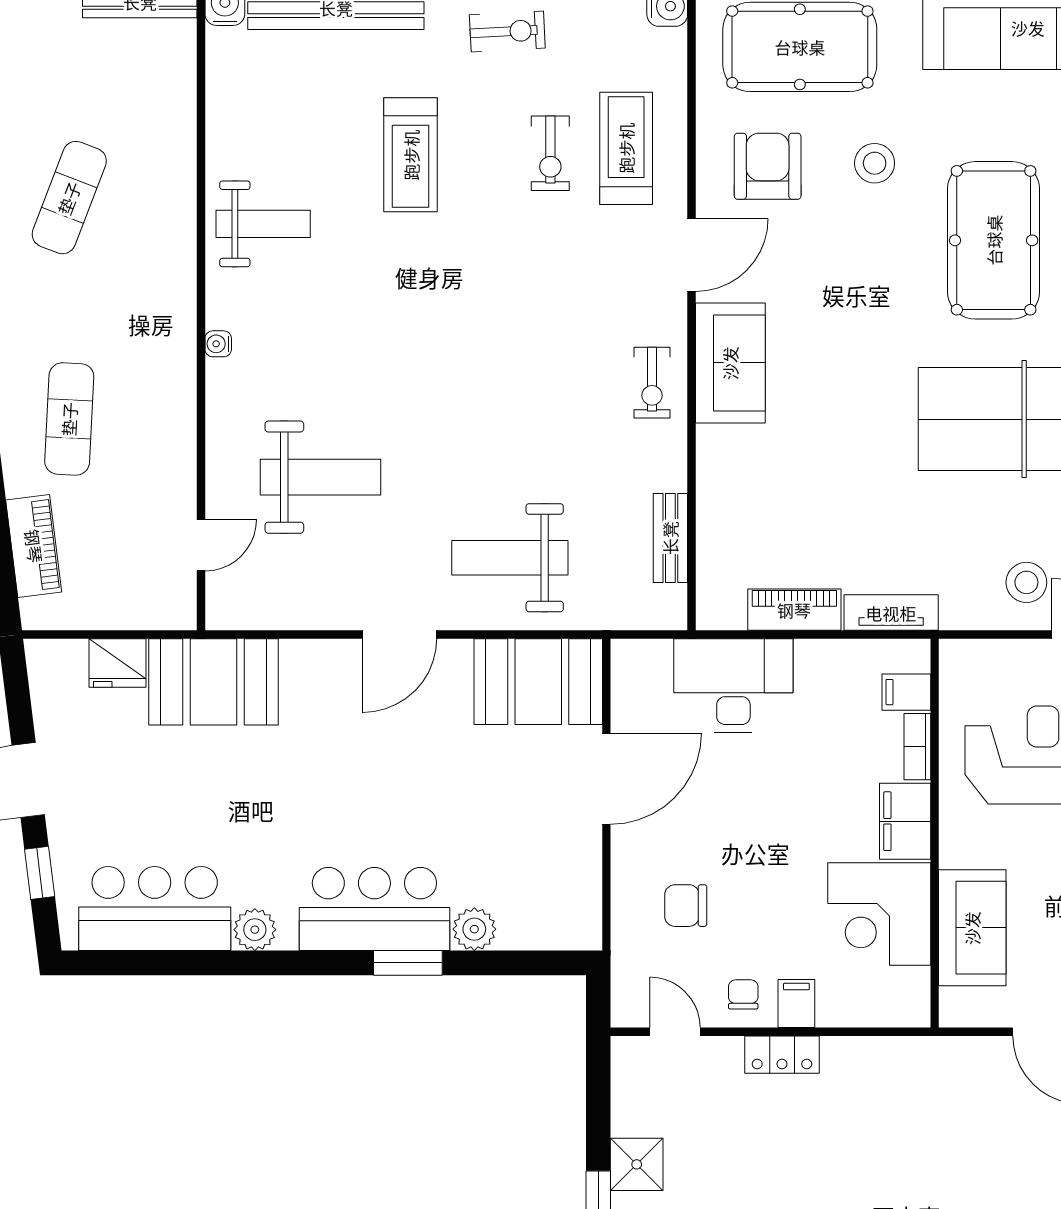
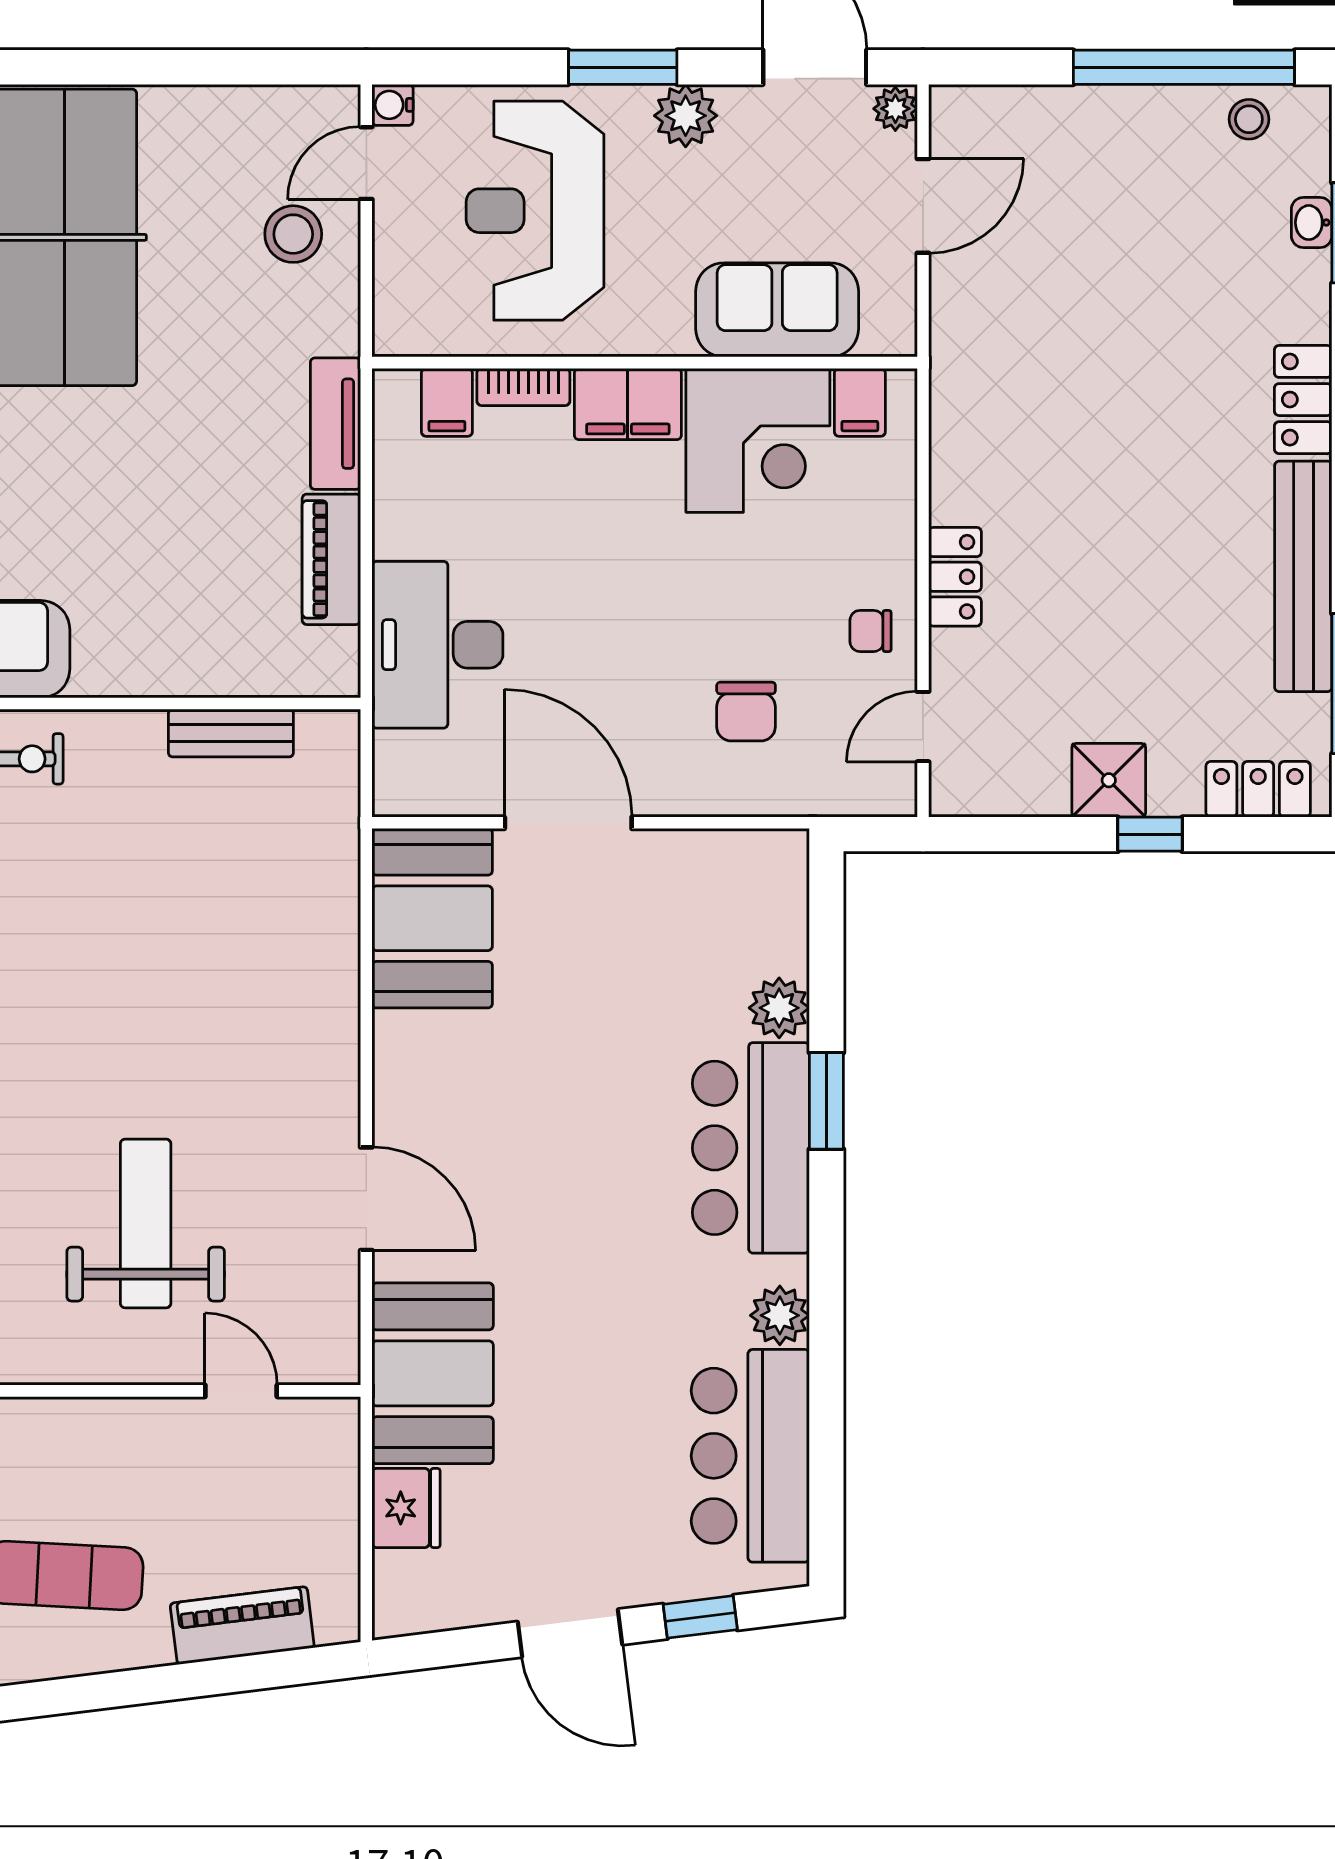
weight bench: (510, 558) -> (259, 958), removed
door: (400, 635) -> (366, 1199), moved
filing cabinet: (796, 1003) -> (860, 402), moved, turned -90

